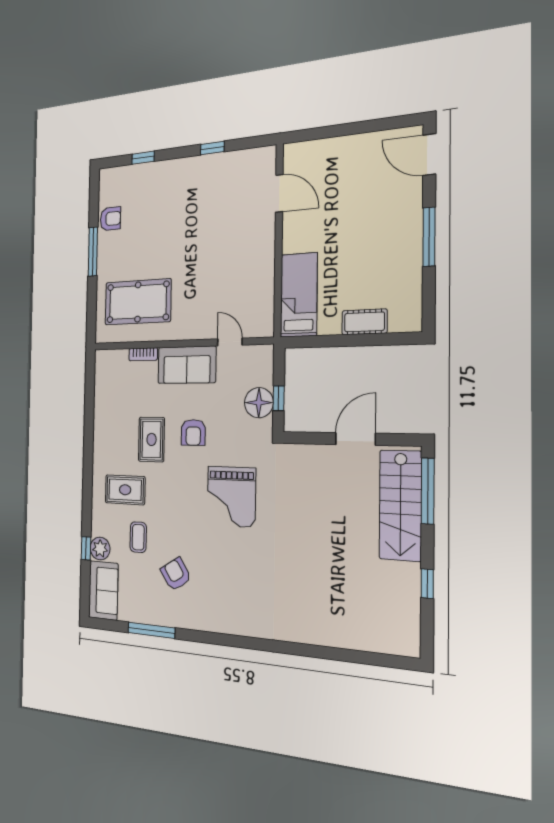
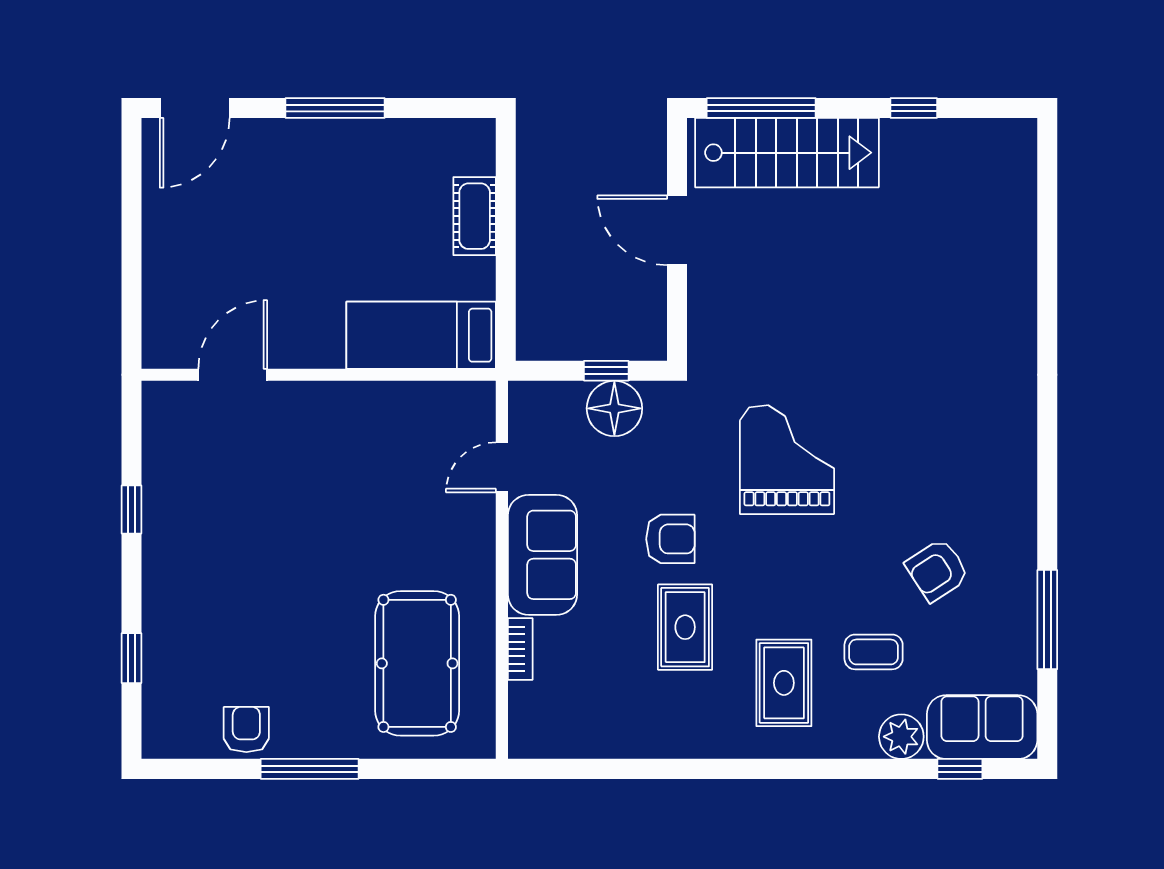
rug: (152, 439) -> (685, 627), turned 90
grand piano: (231, 497) -> (787, 460), turned -90
window: (86, 548) -> (960, 769), moved

